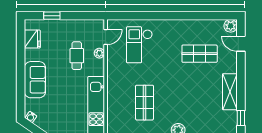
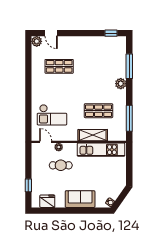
door: (241, 44) -> (51, 33), hinge flipped
shop shelf: (200, 54) -> (59, 66), turned 90
shelving: (230, 92) -> (93, 135), moved

